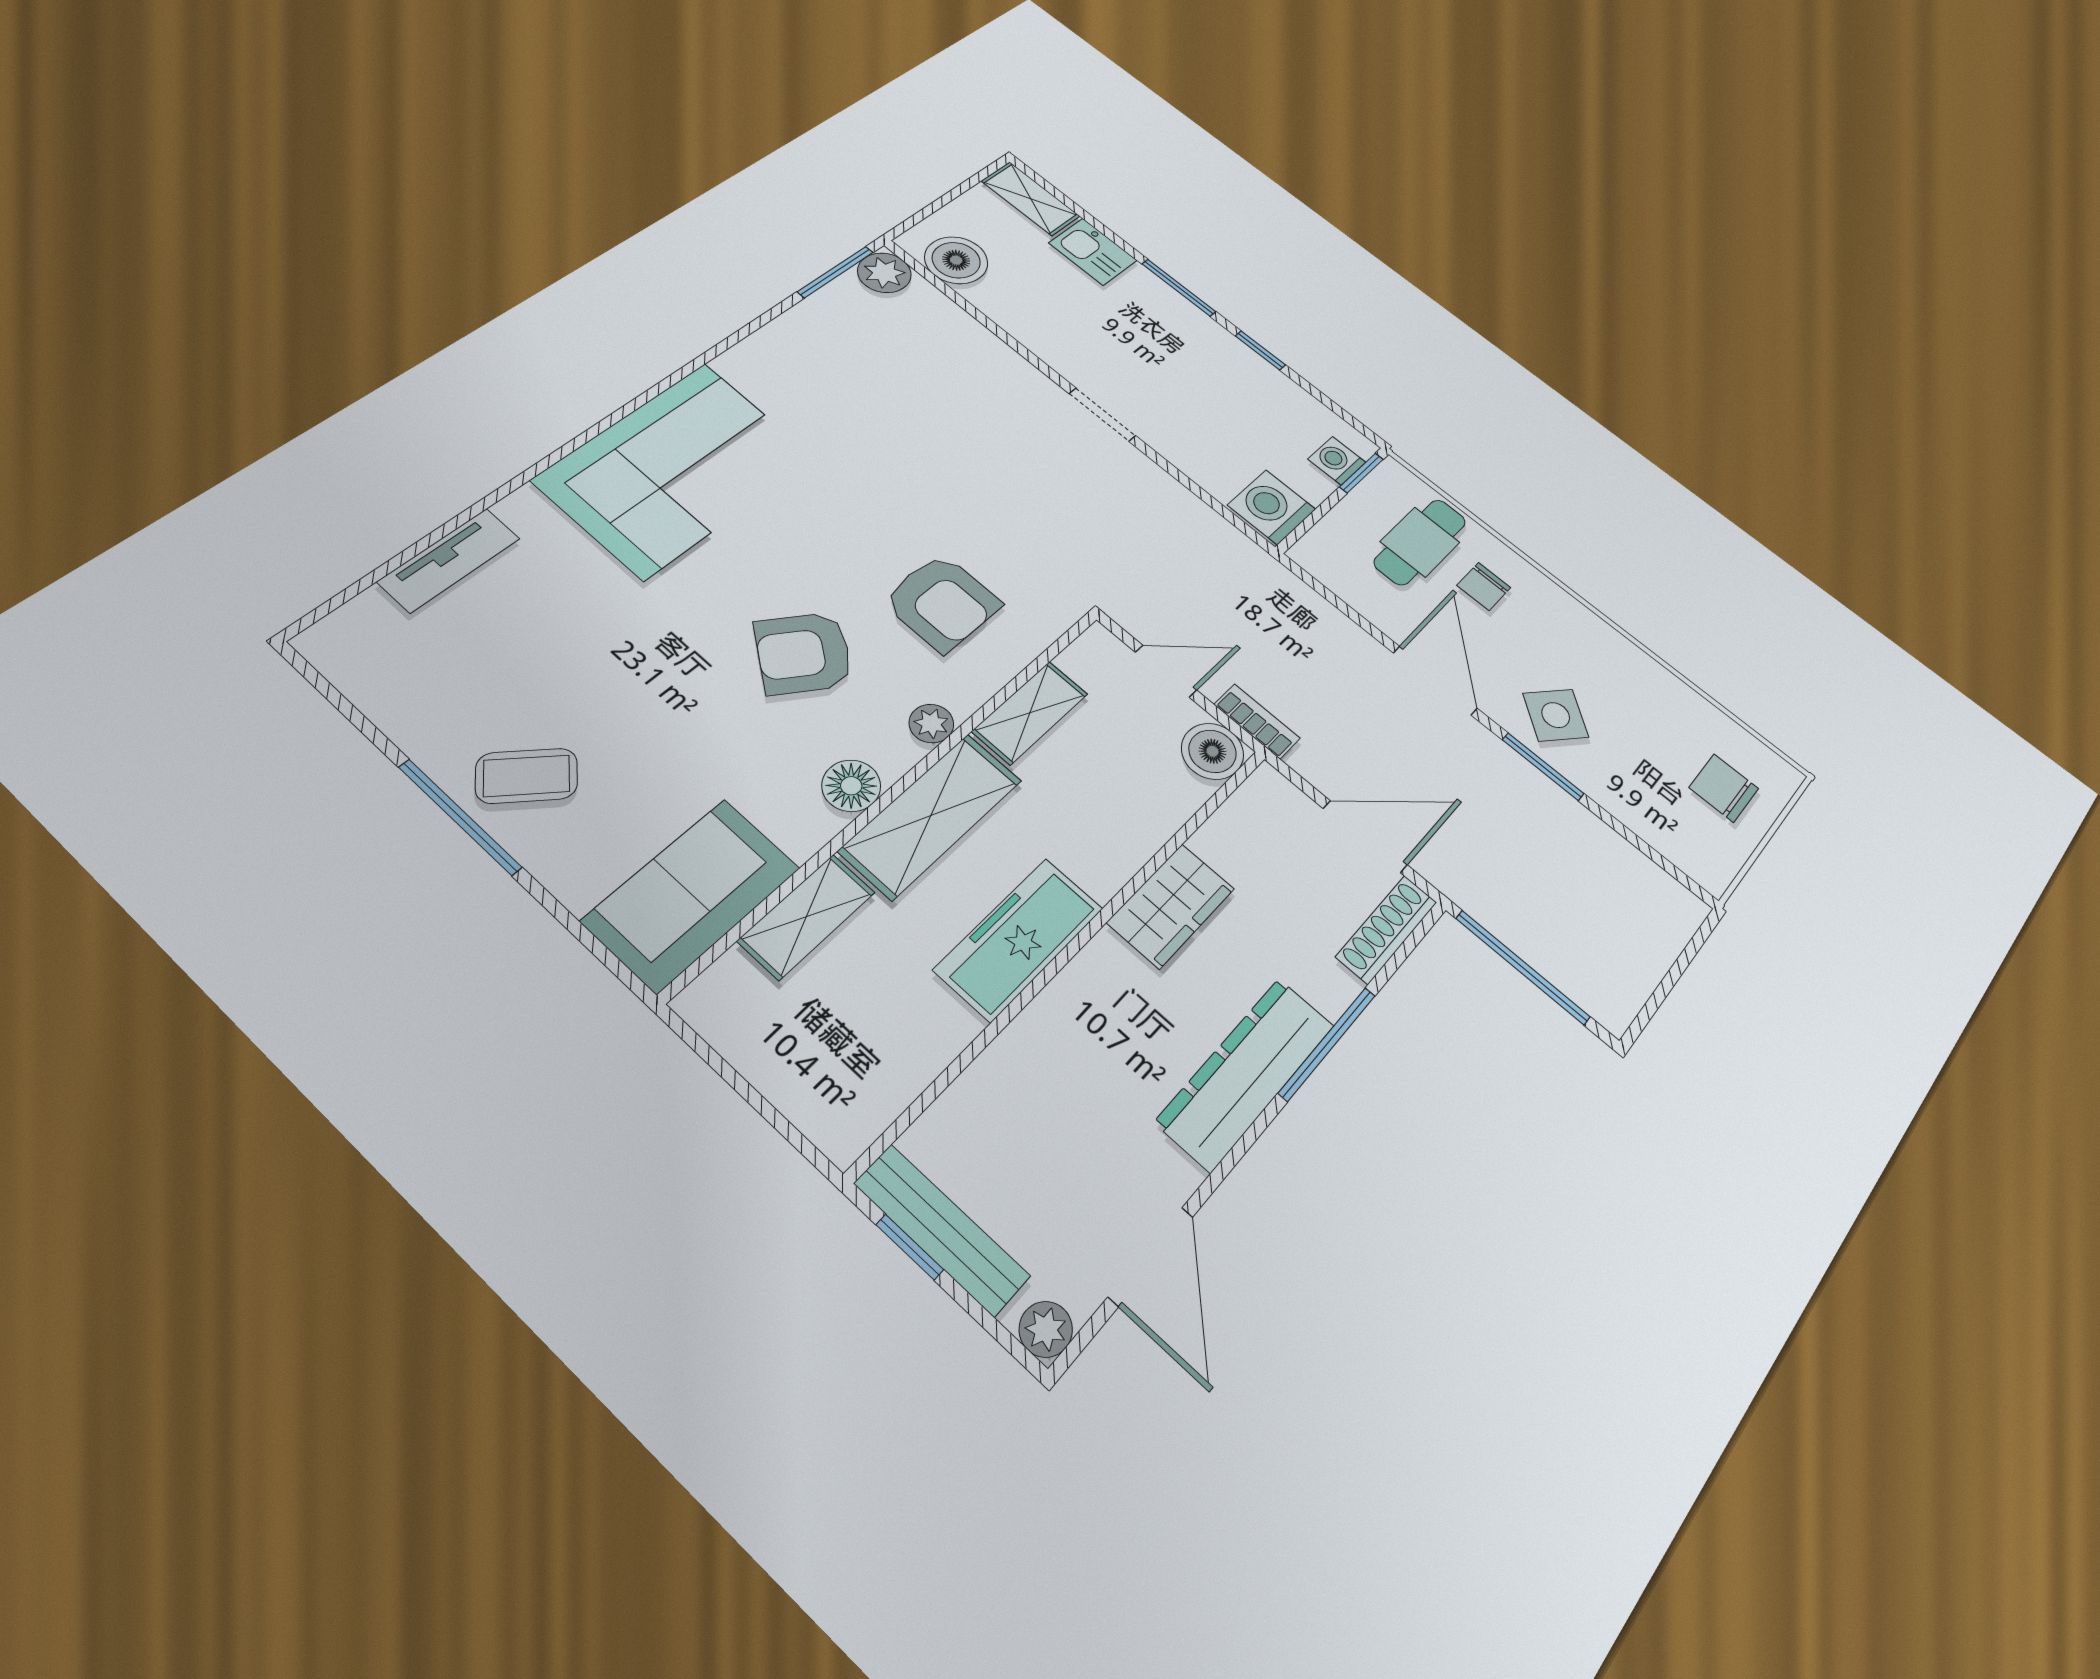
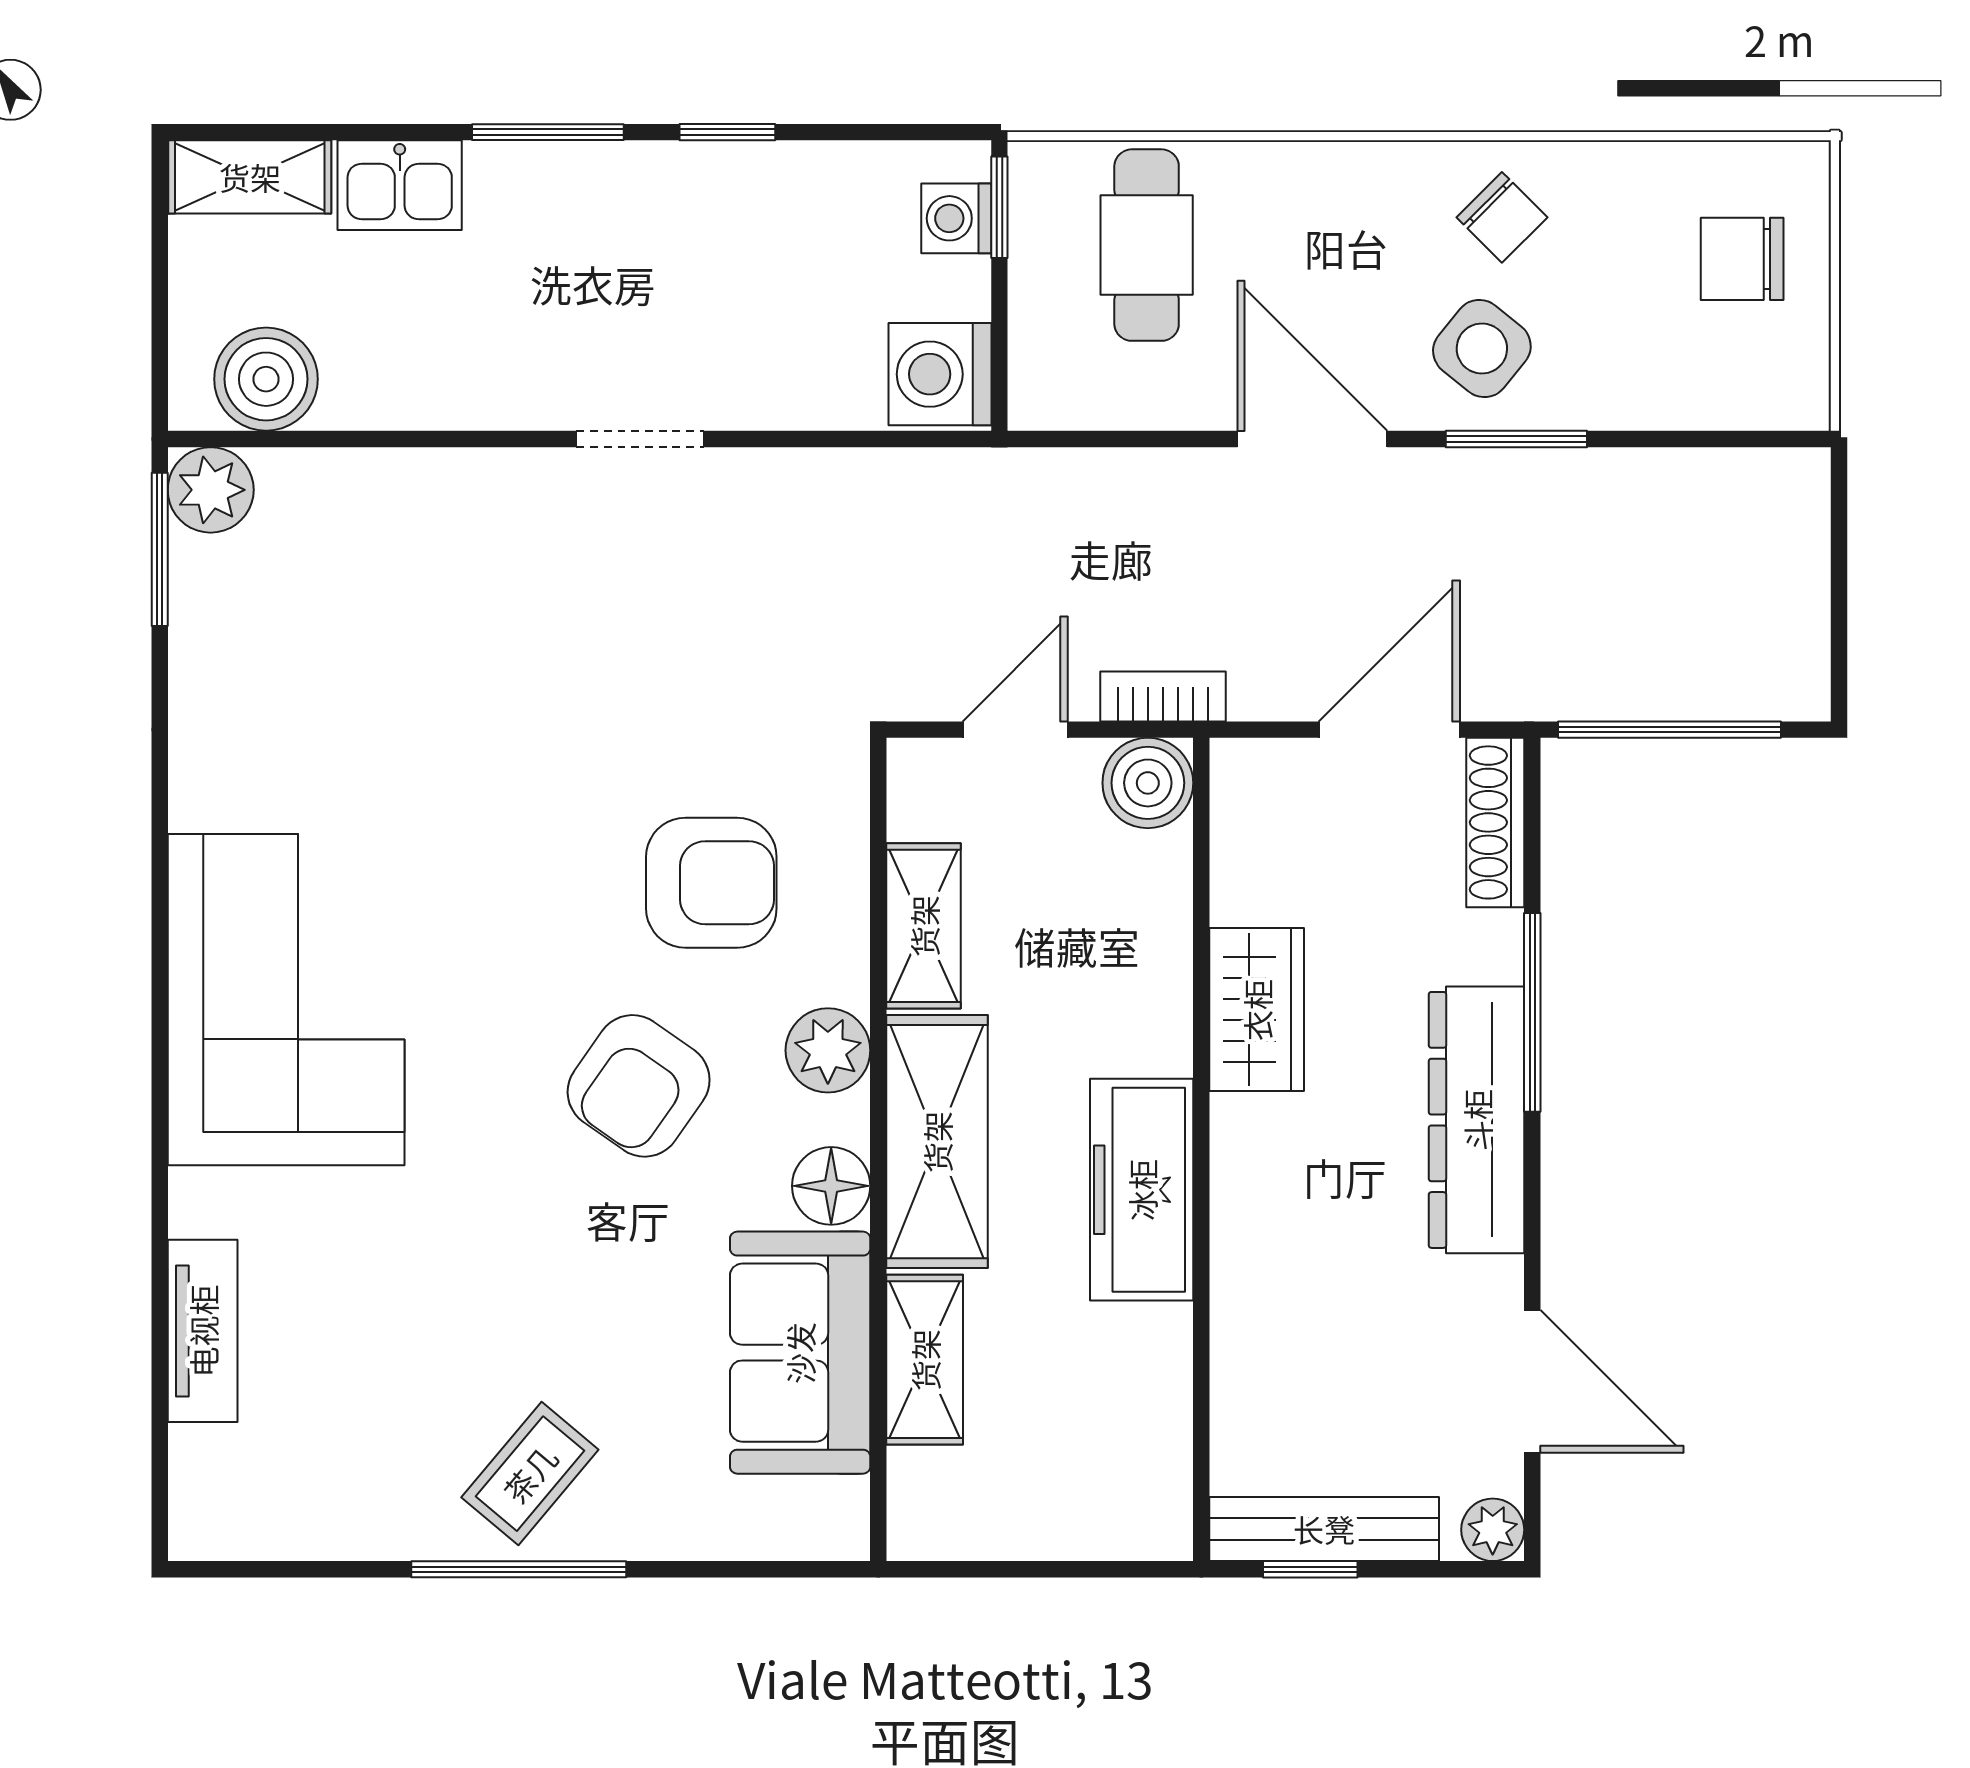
chair: (1484, 586) -> (1502, 217), moved, turned -45
plant: (931, 723) -> (828, 1050), width x1.38, depth x1.38
sofa: (691, 894) -> (800, 1353), moved

